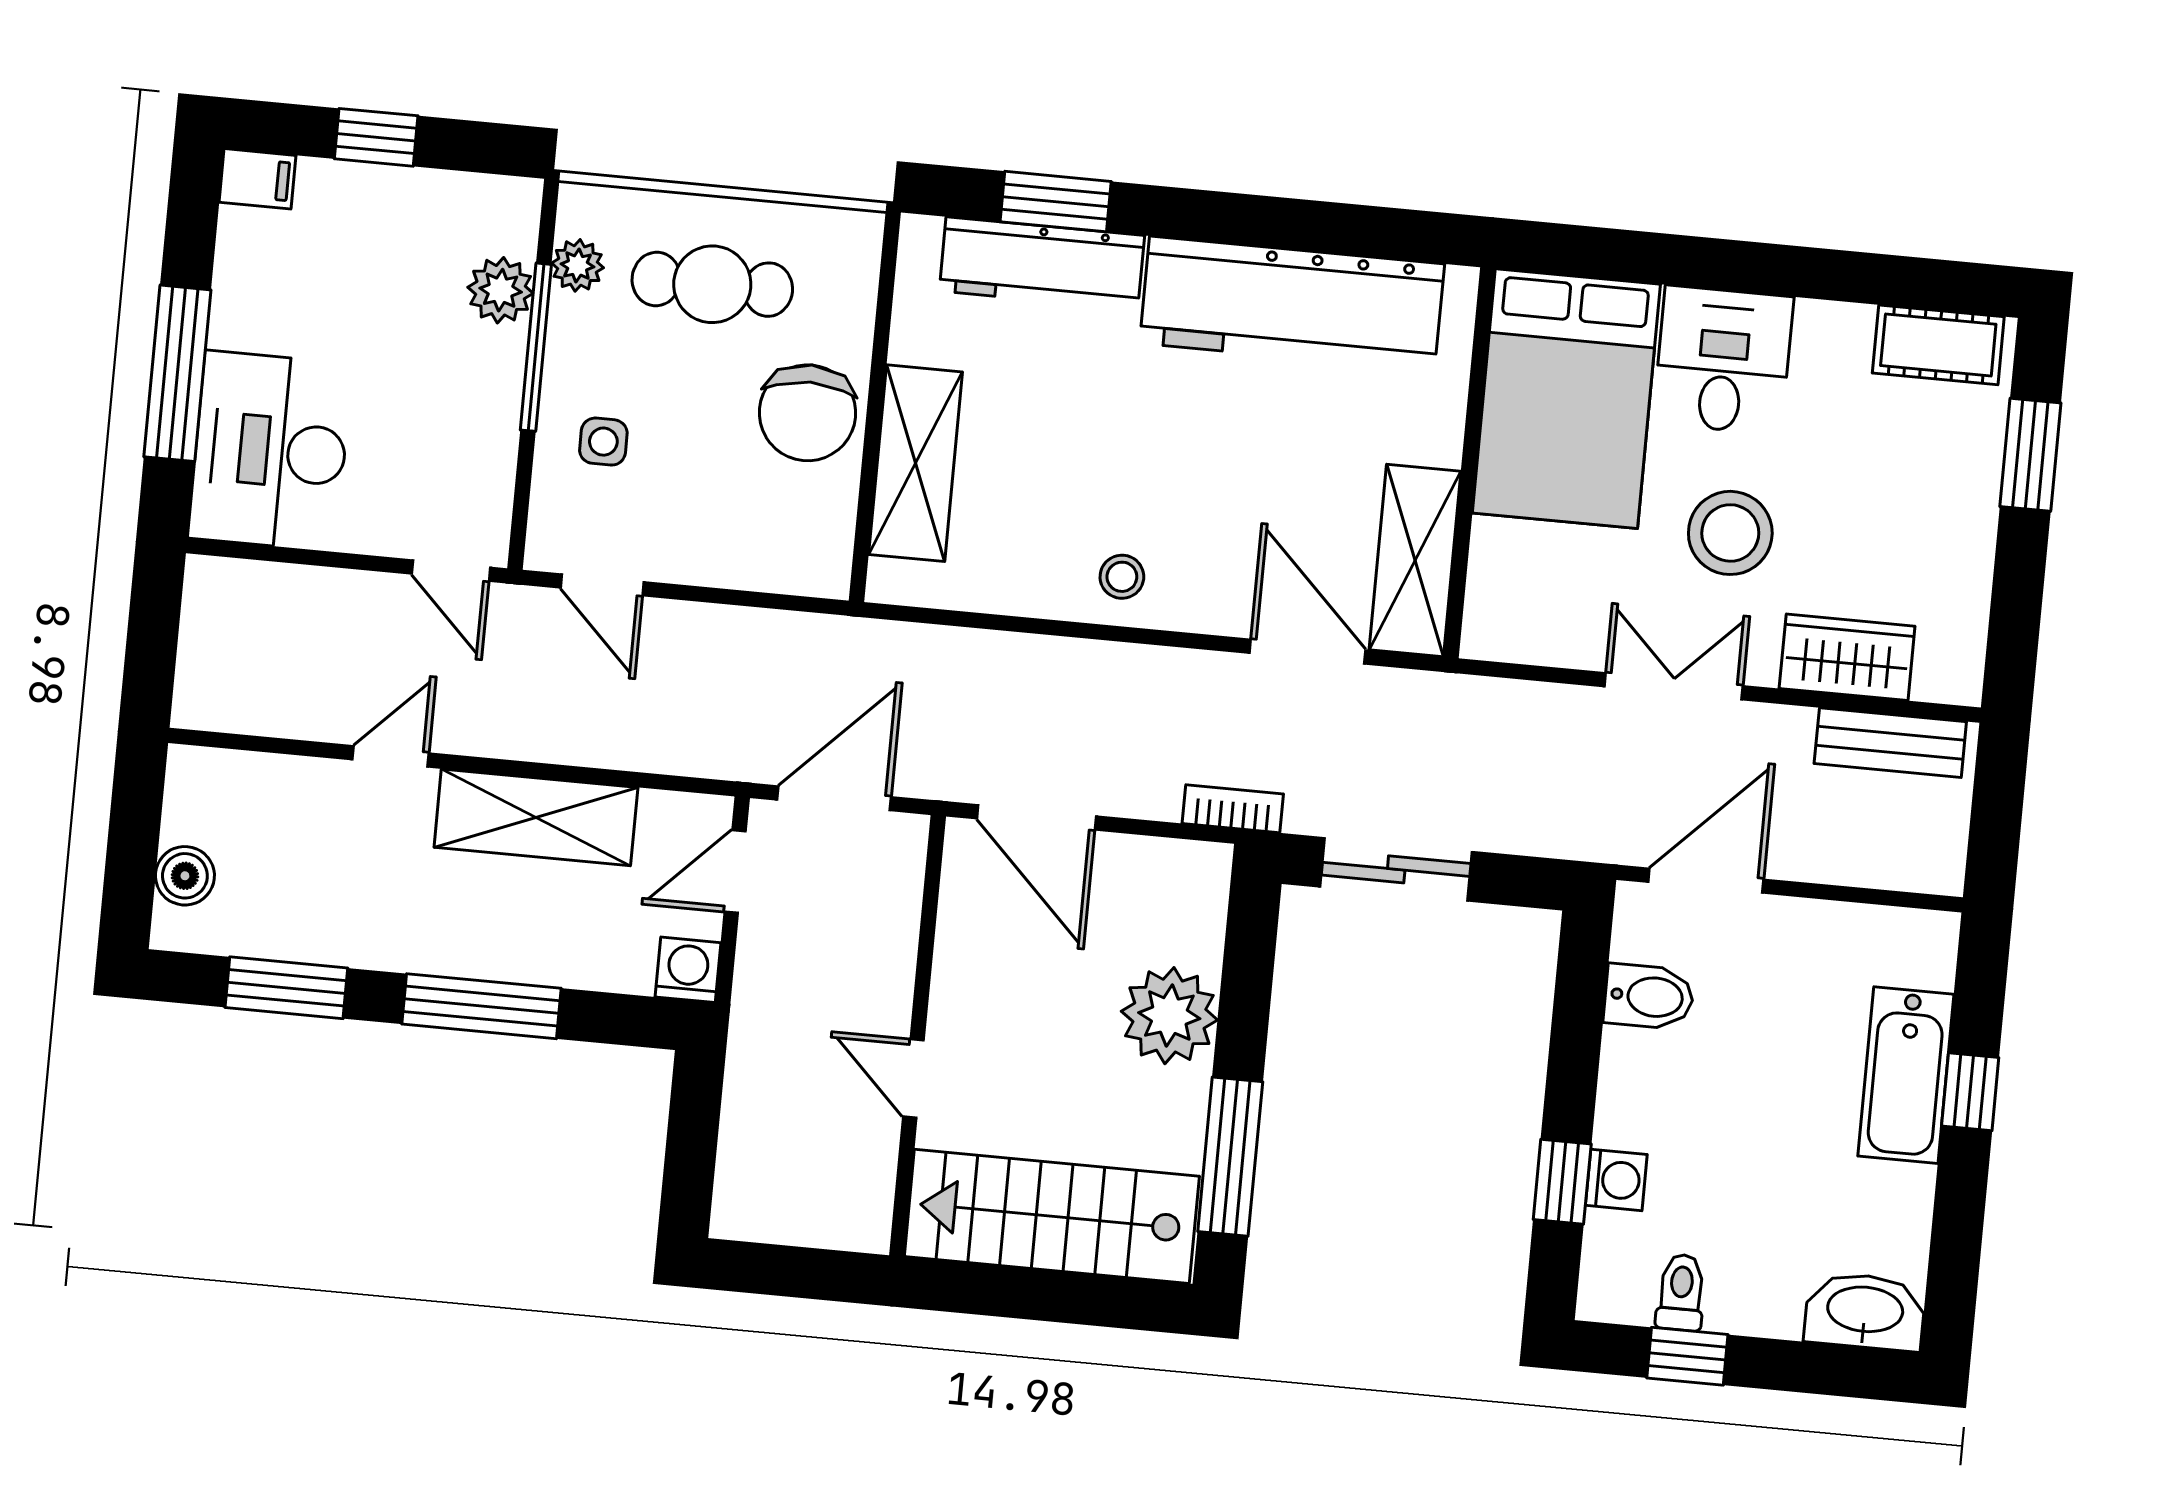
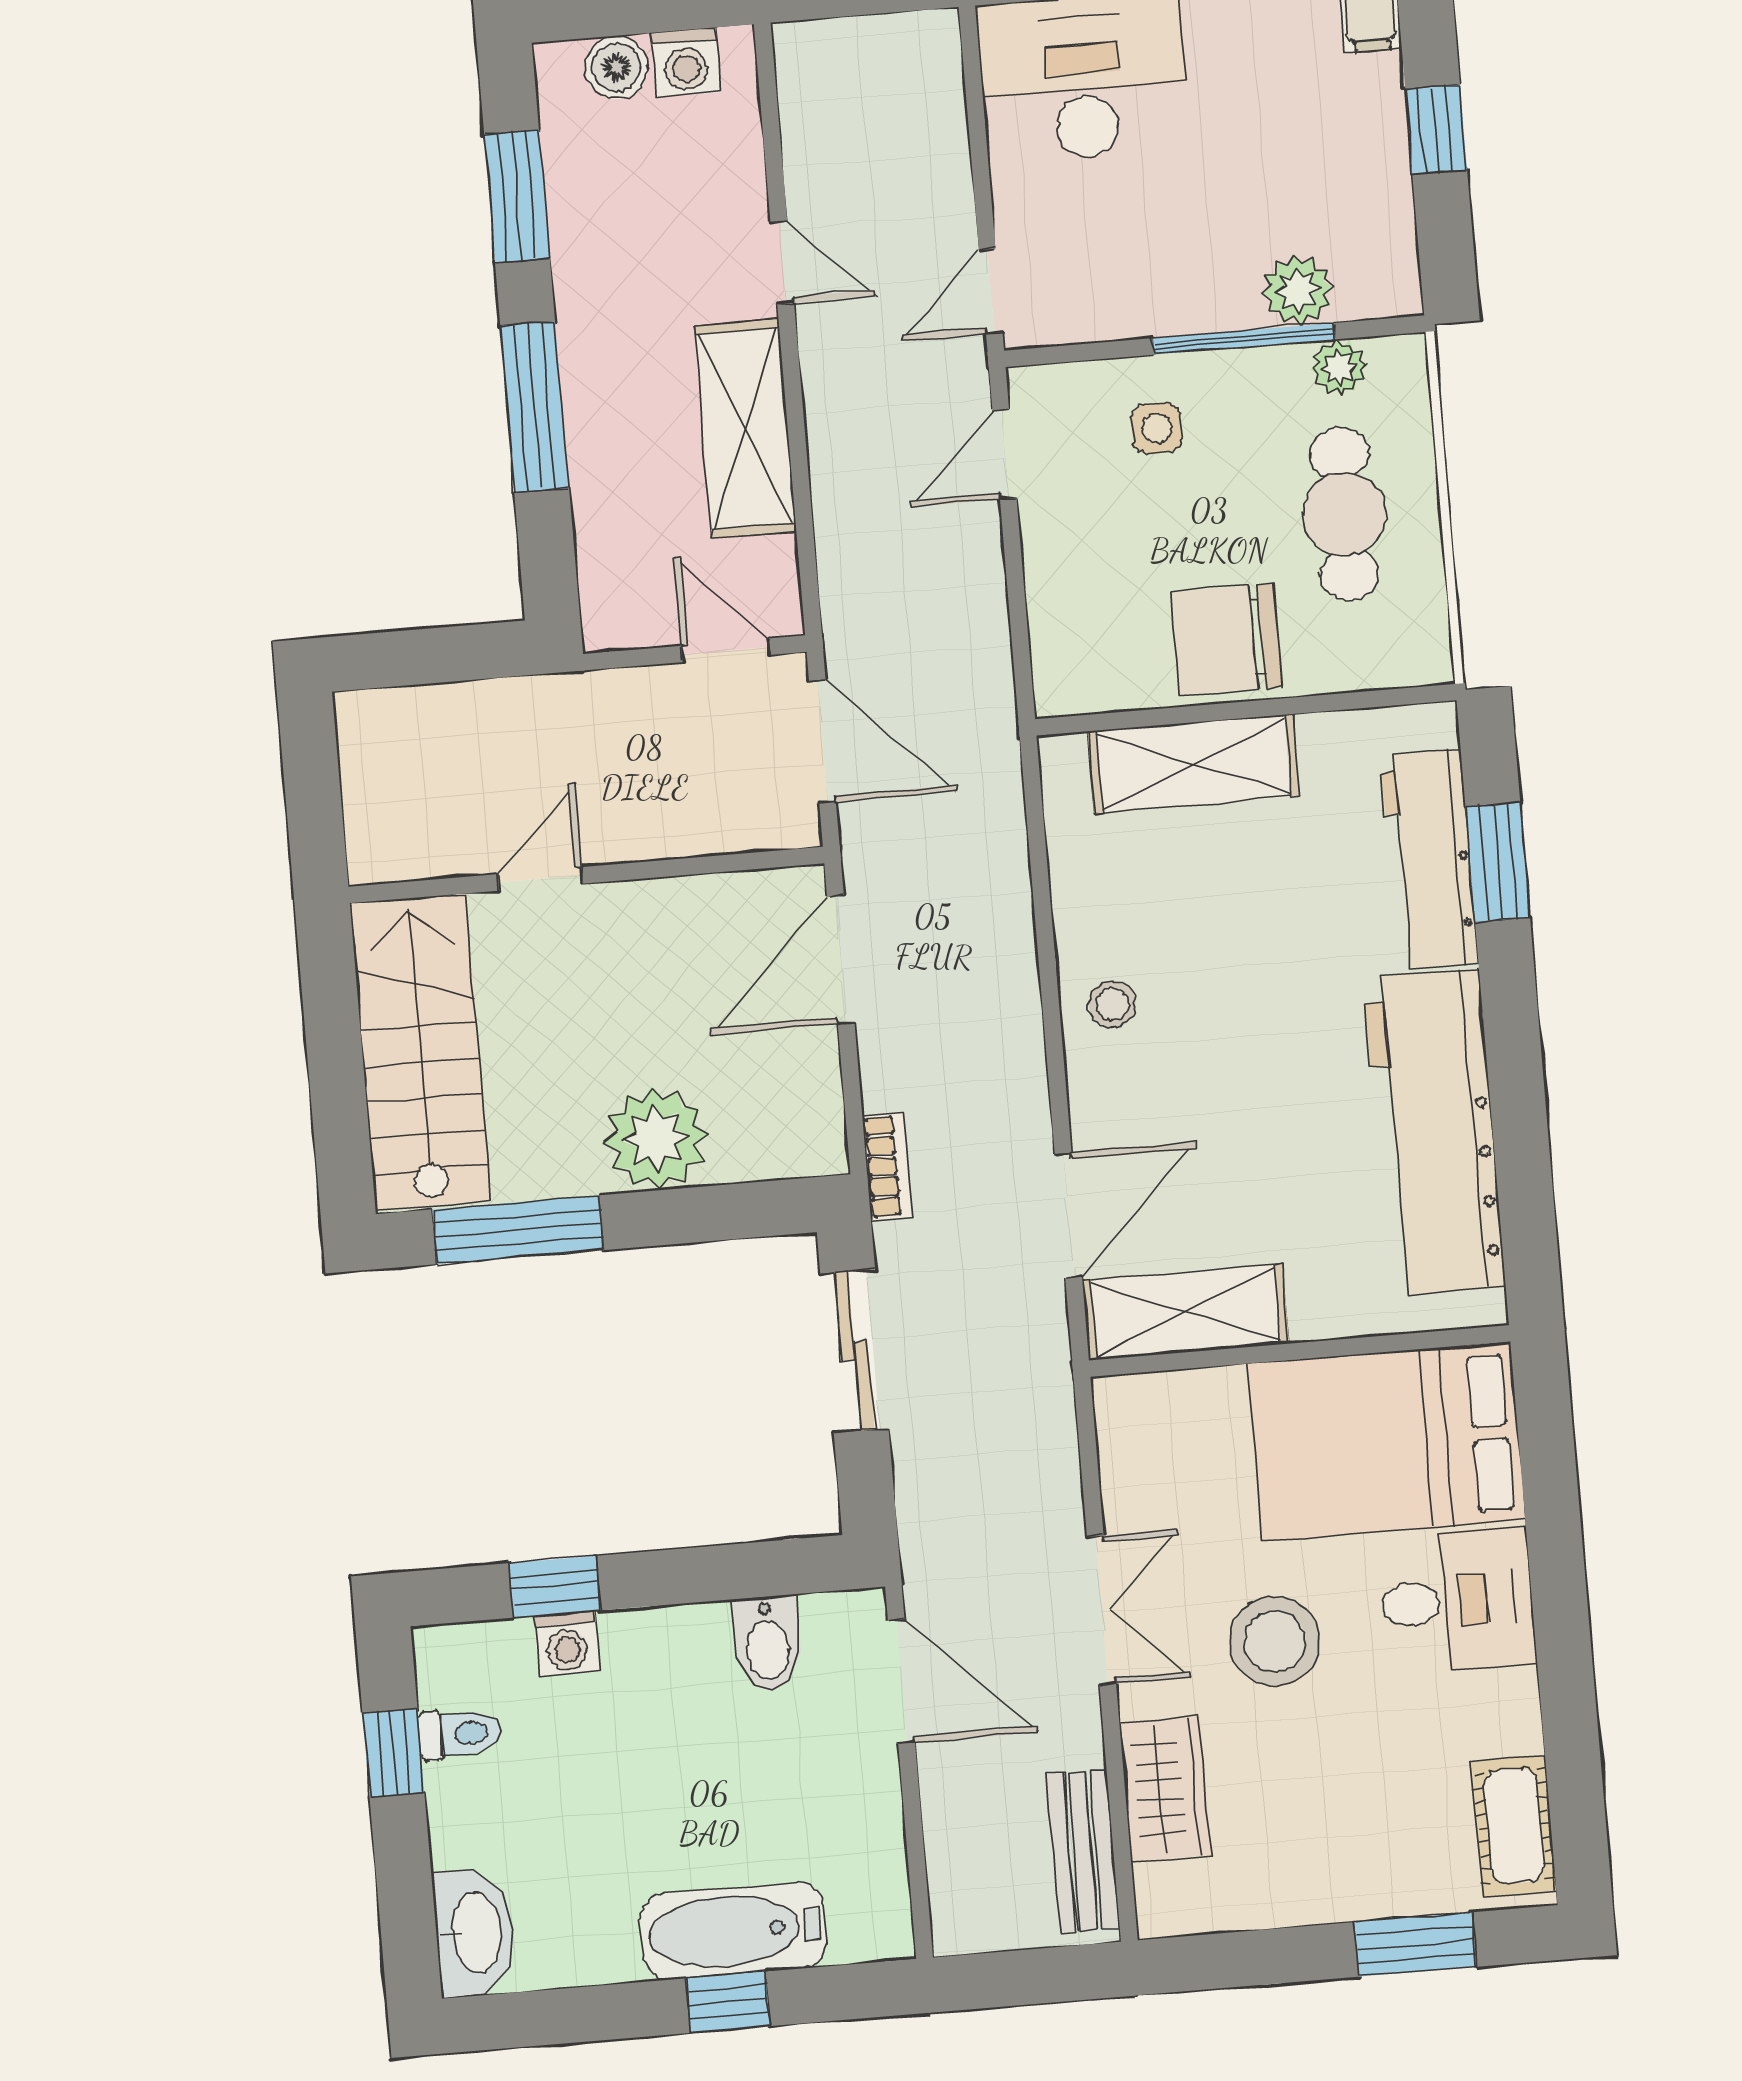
washing machine: (688, 970) -> (686, 62), moved, turned 90

